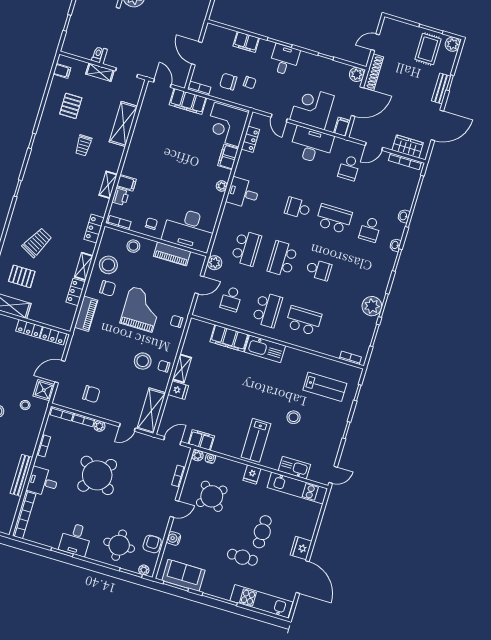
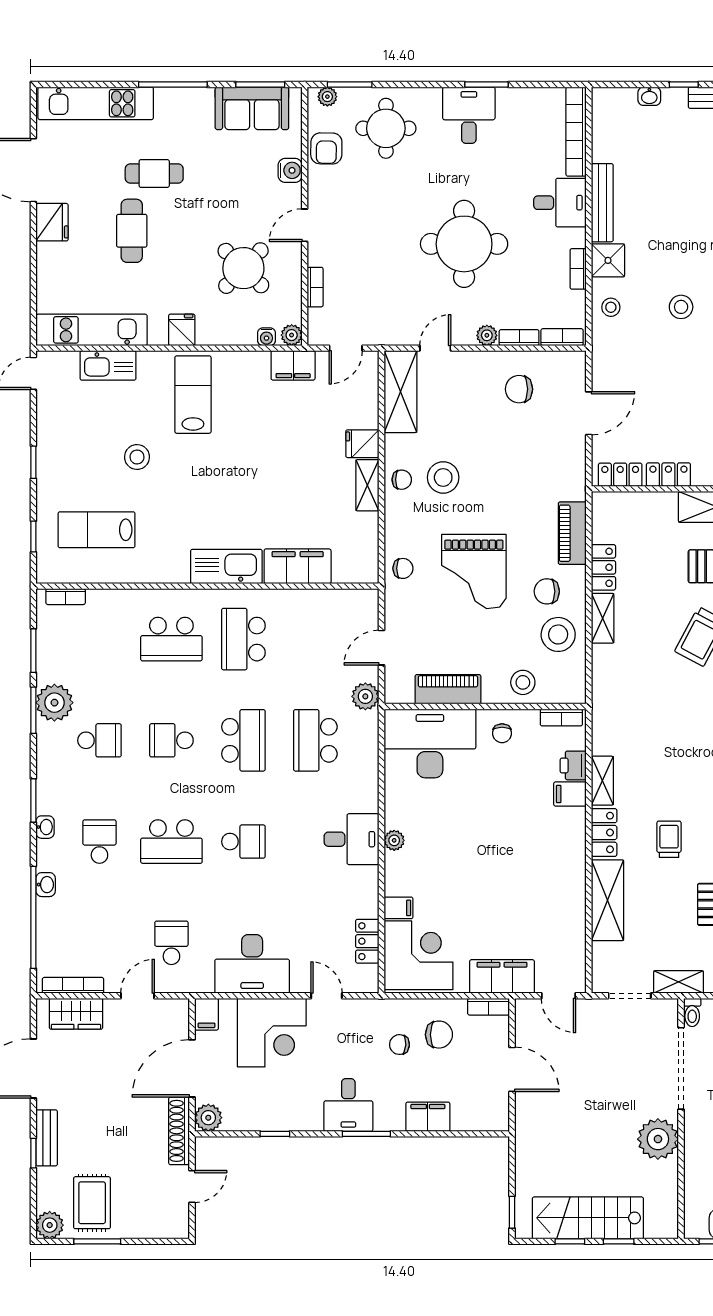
filing cabinet: (228, 157) -> (398, 908), width x0.50
locker: (94, 229) -> (604, 832), moved
school desk: (231, 299) -> (99, 740), moved, turned 90
shower: (44, 390) -> (608, 260), moved
stool: (25, 405) -> (611, 307), moved
round table: (97, 475) -> (464, 244), turned -36

